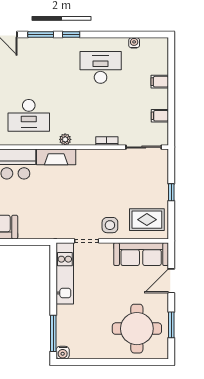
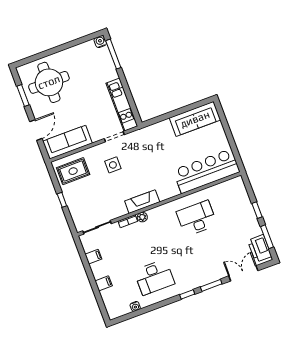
plant: (65, 139) -> (142, 217), moved
fireplace: (56, 157) -> (142, 202), moved
side table: (110, 225) -> (113, 165), moved

